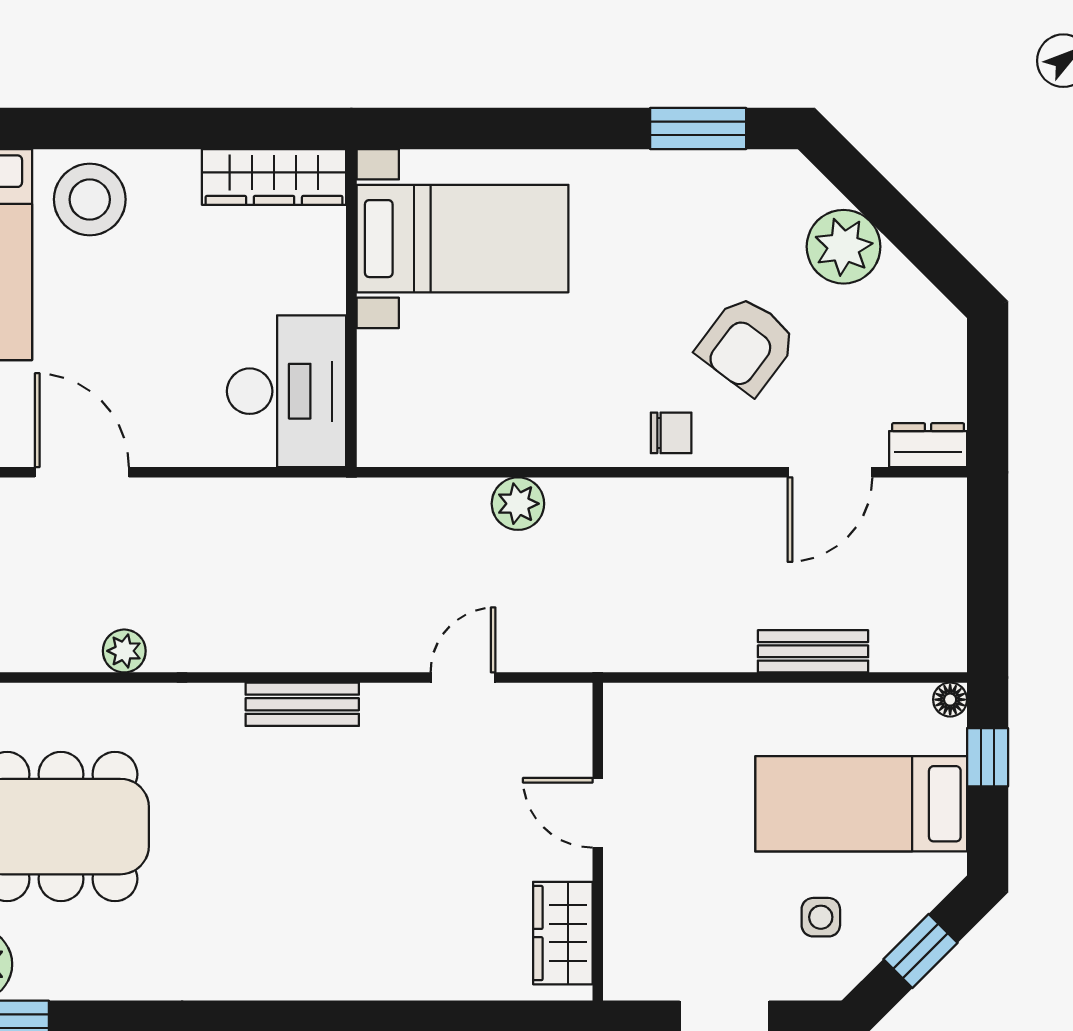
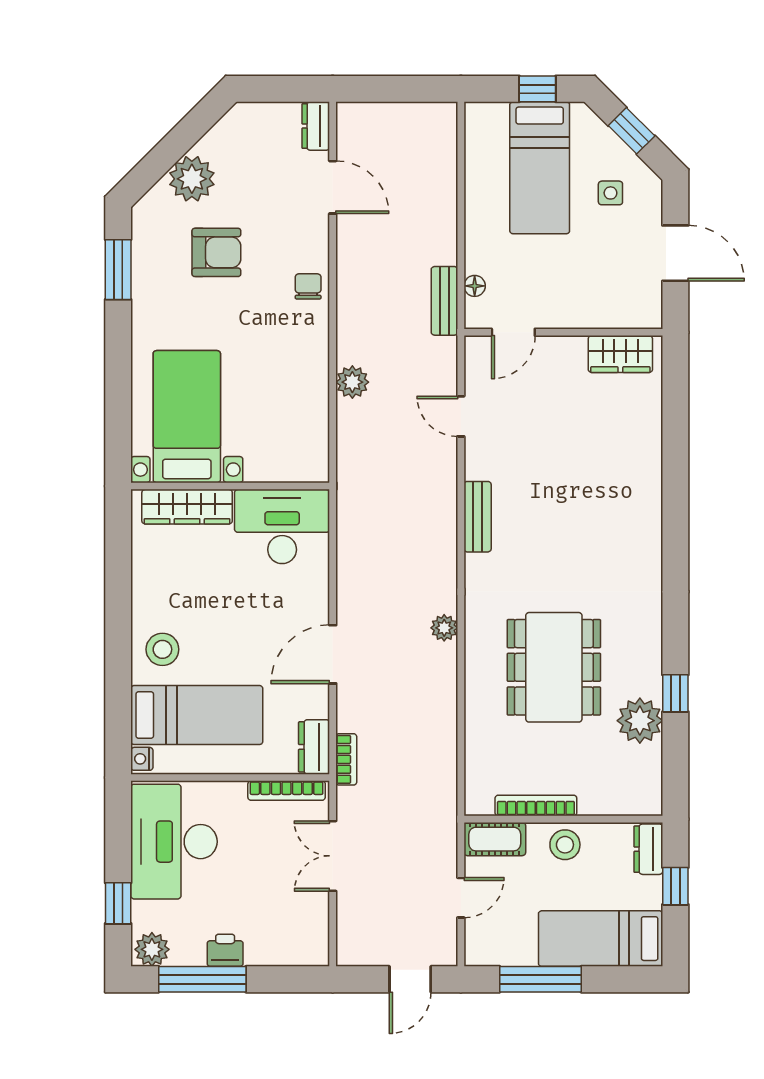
wardrobe: (274, 177) -> (187, 507), moved, turned 90
stool: (90, 199) -> (162, 649), width x0.73, depth x0.73
armchair: (747, 345) -> (216, 252), moved, turned -37
bench: (813, 651) -> (444, 301), moved
floor lamp: (950, 700) -> (475, 286), moved
window: (988, 757) -> (537, 89), moved
door: (598, 813) -> (513, 332), moved

